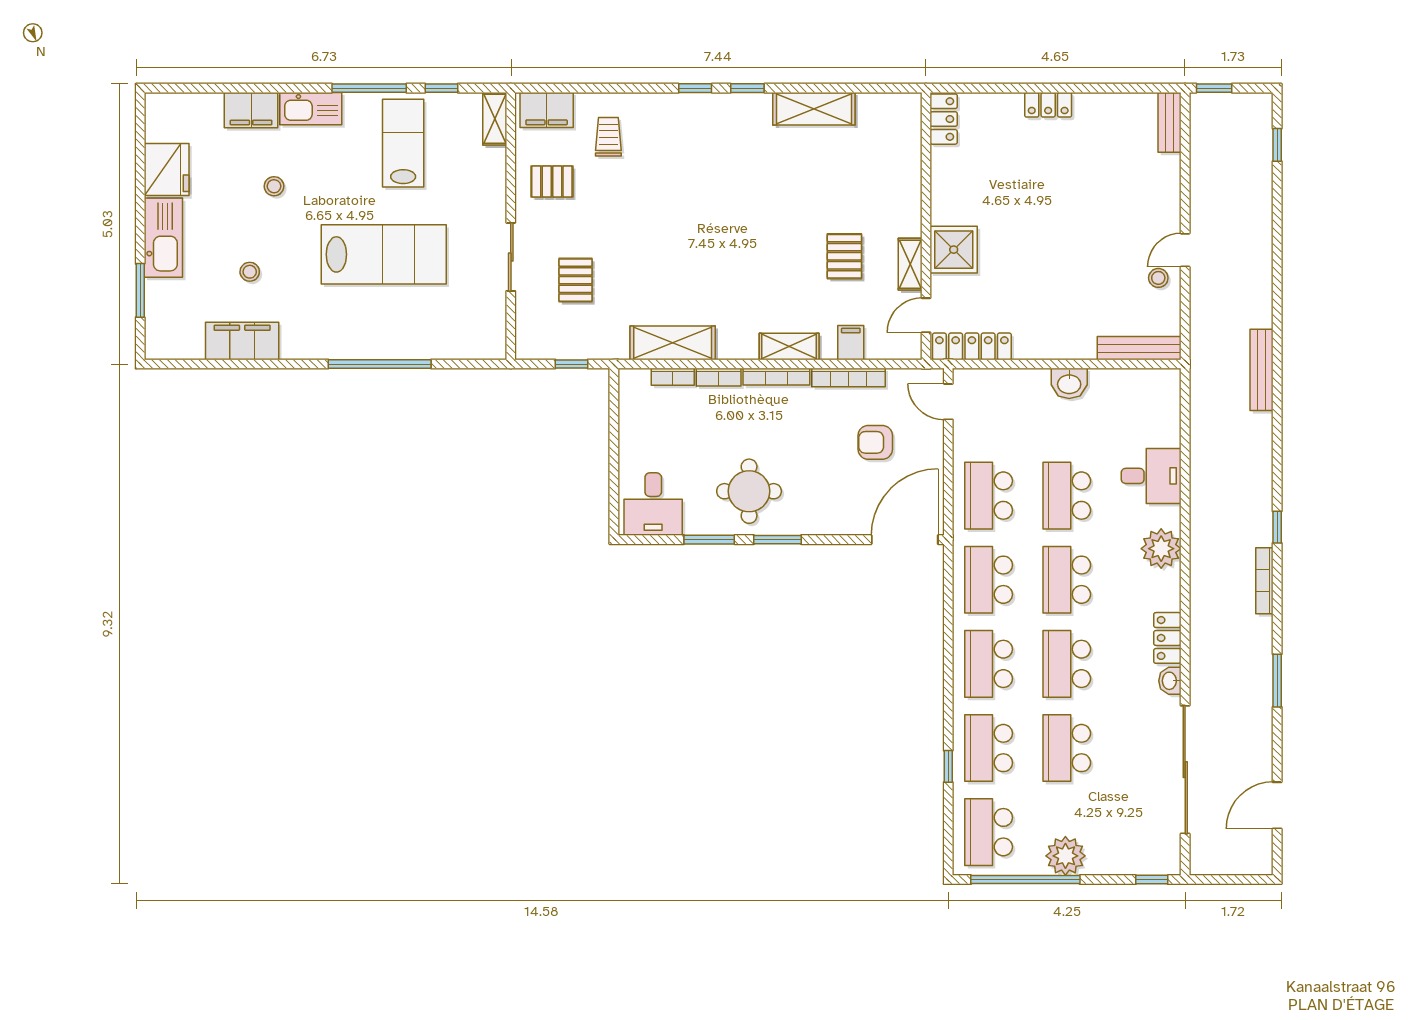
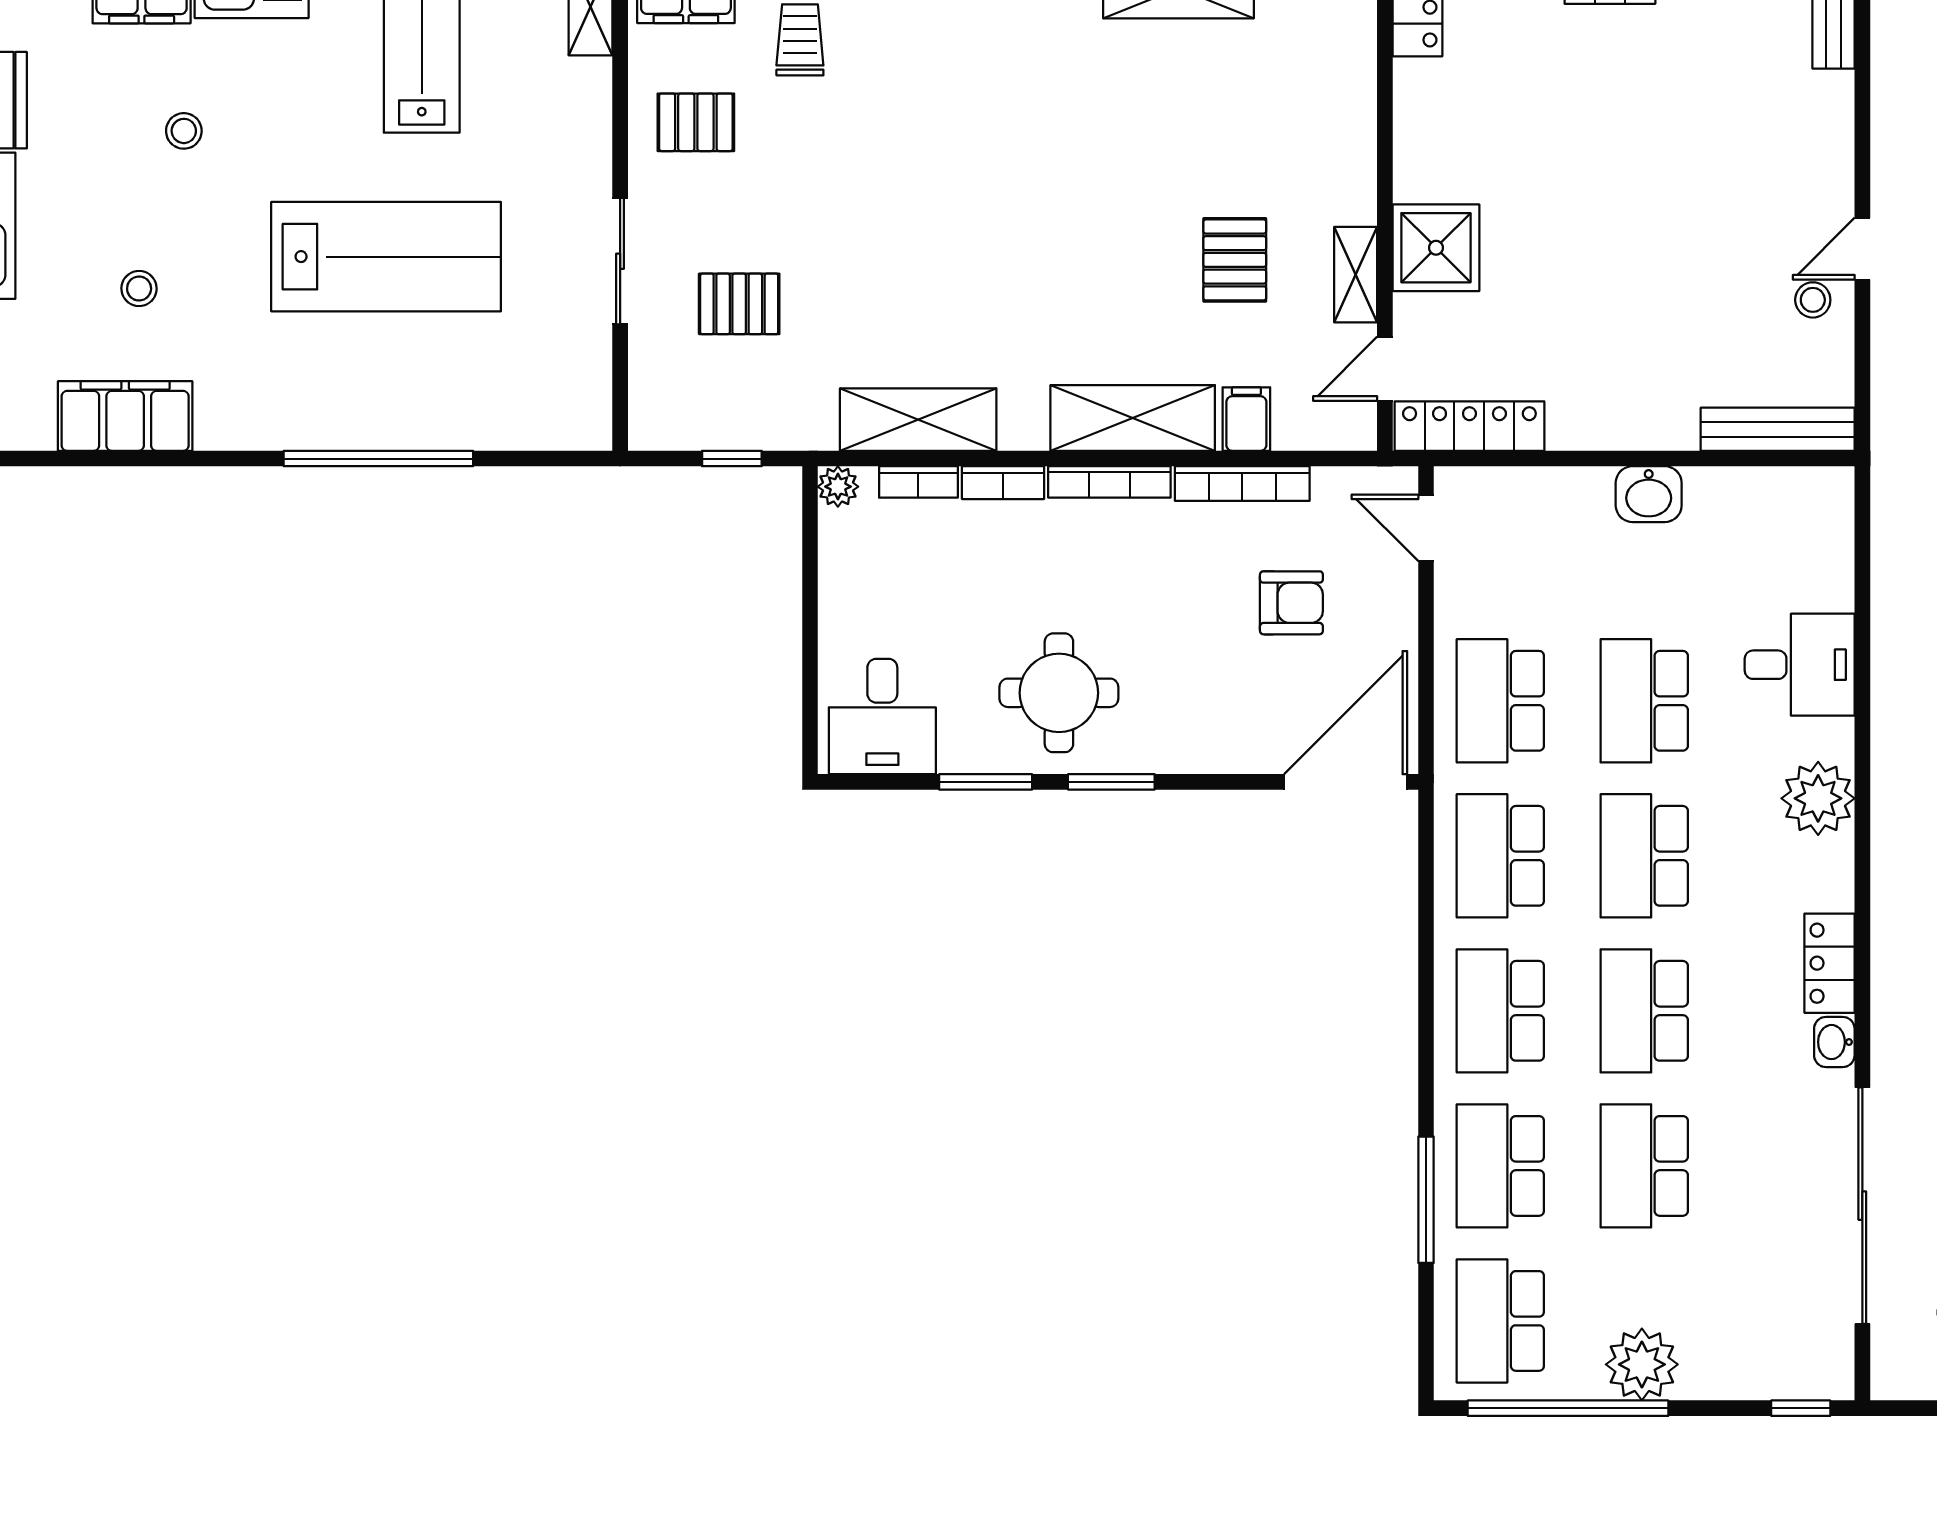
pallet: (575, 280) -> (739, 304), turned 90
shelving: (789, 346) -> (1133, 418), width x1.50, depth x1.33
plant: (629, 379) -> (838, 487), added
armchair: (875, 442) -> (1291, 603), turned 180
window: (948, 766) -> (1426, 1200), width x2.17

